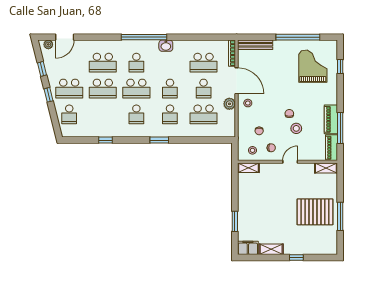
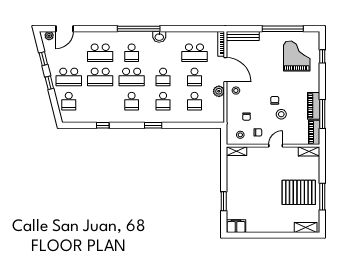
school desk: (204, 114) -> (194, 101), width x0.54
shelving: (271, 249) -> (306, 227), moved
window: (296, 258) -> (281, 235), removed

